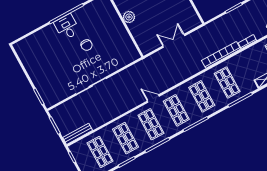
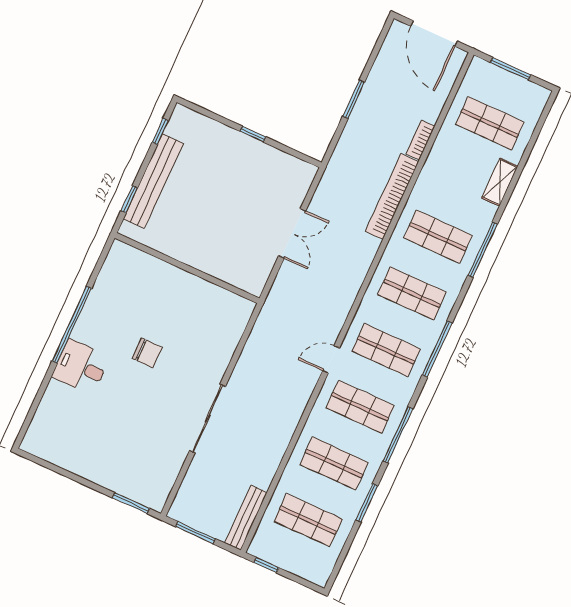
plant: (129, 17) -> (184, 250), removed
desk: (67, 27) -> (81, 367), moved
double door: (174, 41) -> (292, 233), swing flipped

